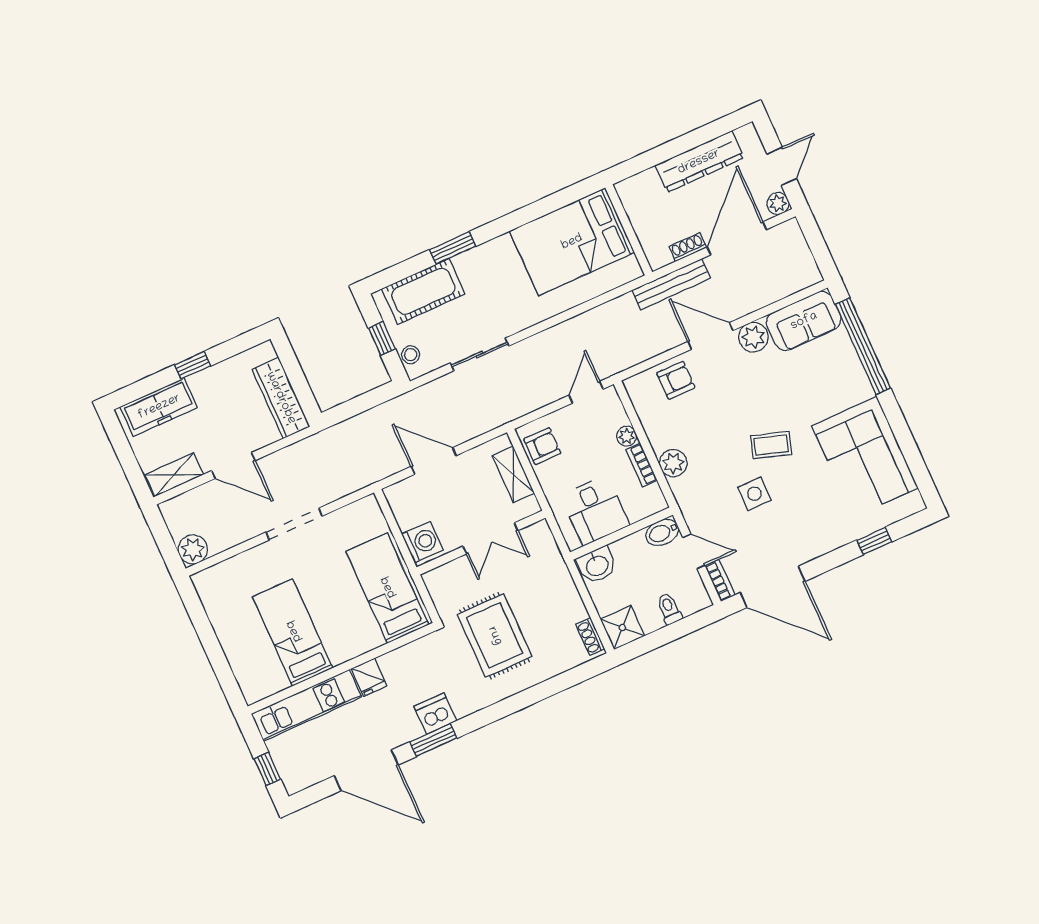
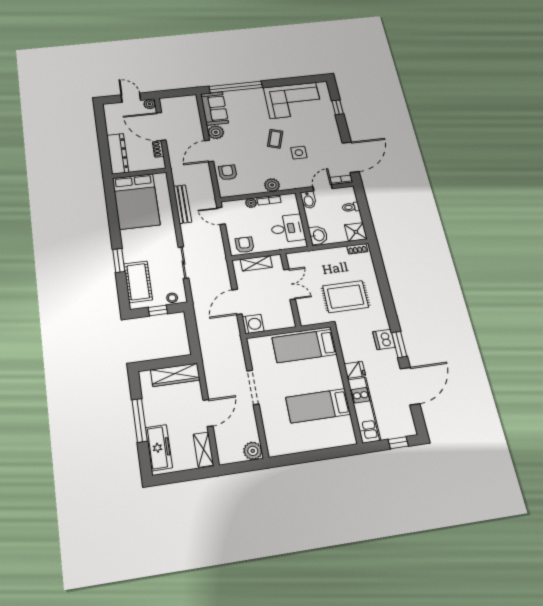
dresser: (699, 162) -> (118, 154), moved
bench: (671, 284) -> (182, 204), moved
window: (193, 365) -> (140, 420), width x2.17
washing machine: (422, 542) -> (253, 324), moved, turned 90

